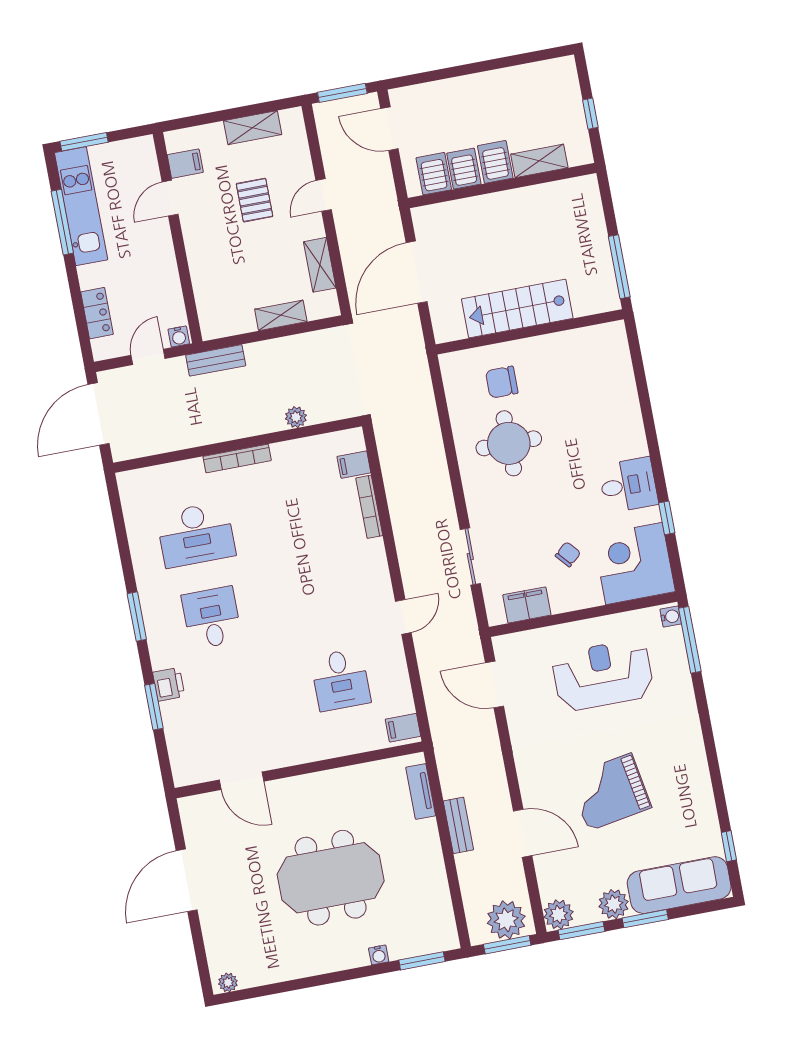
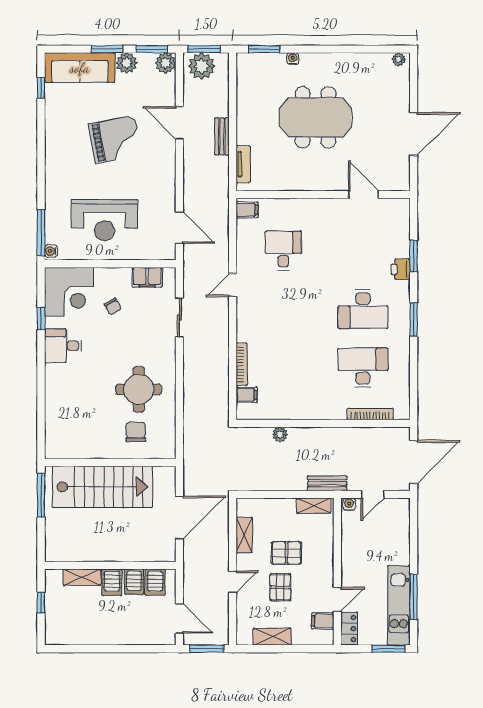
pallet: (255, 250) -> (286, 553), added
stairs: (517, 309) -> (102, 487), width x1.36, depth x1.51
locker: (97, 313) -> (349, 629), moved, turned 180
shelving: (281, 315) -> (314, 506), moved
chair: (502, 382) -> (136, 432), turned -90
bookcase: (237, 458) -> (370, 414), moved
chair: (568, 554) -> (113, 306), turned -80
desk: (212, 618) -> (363, 309), width x1.37

